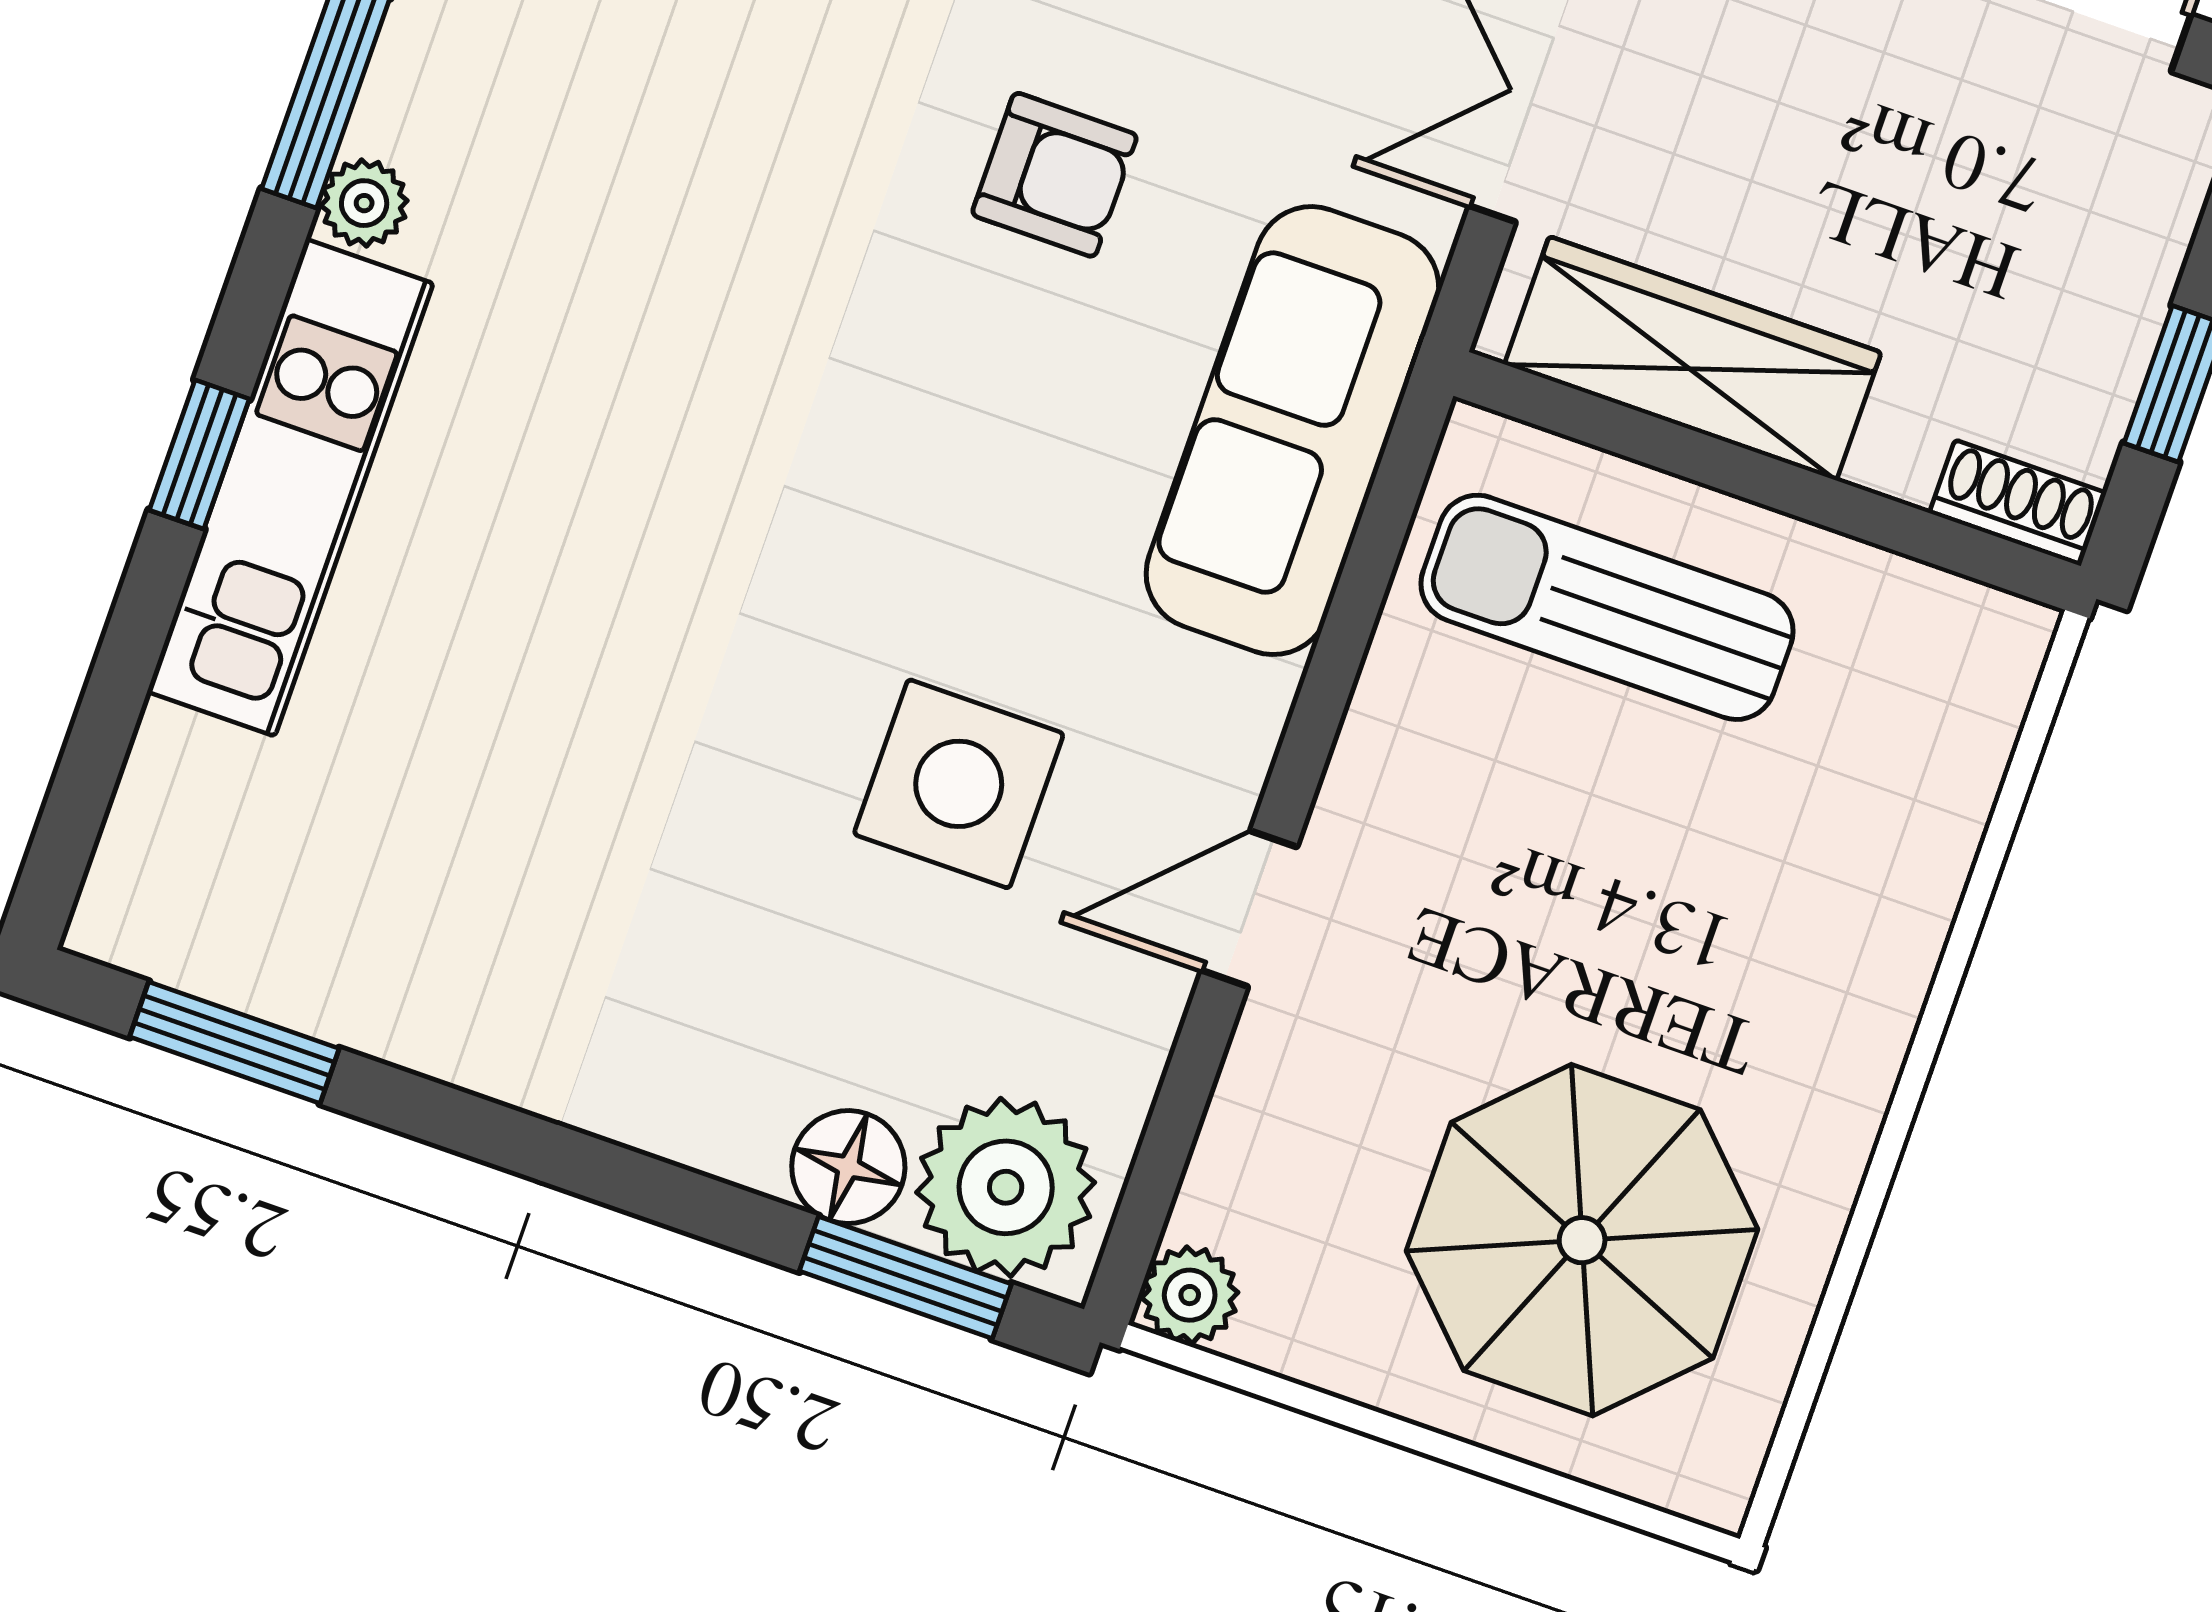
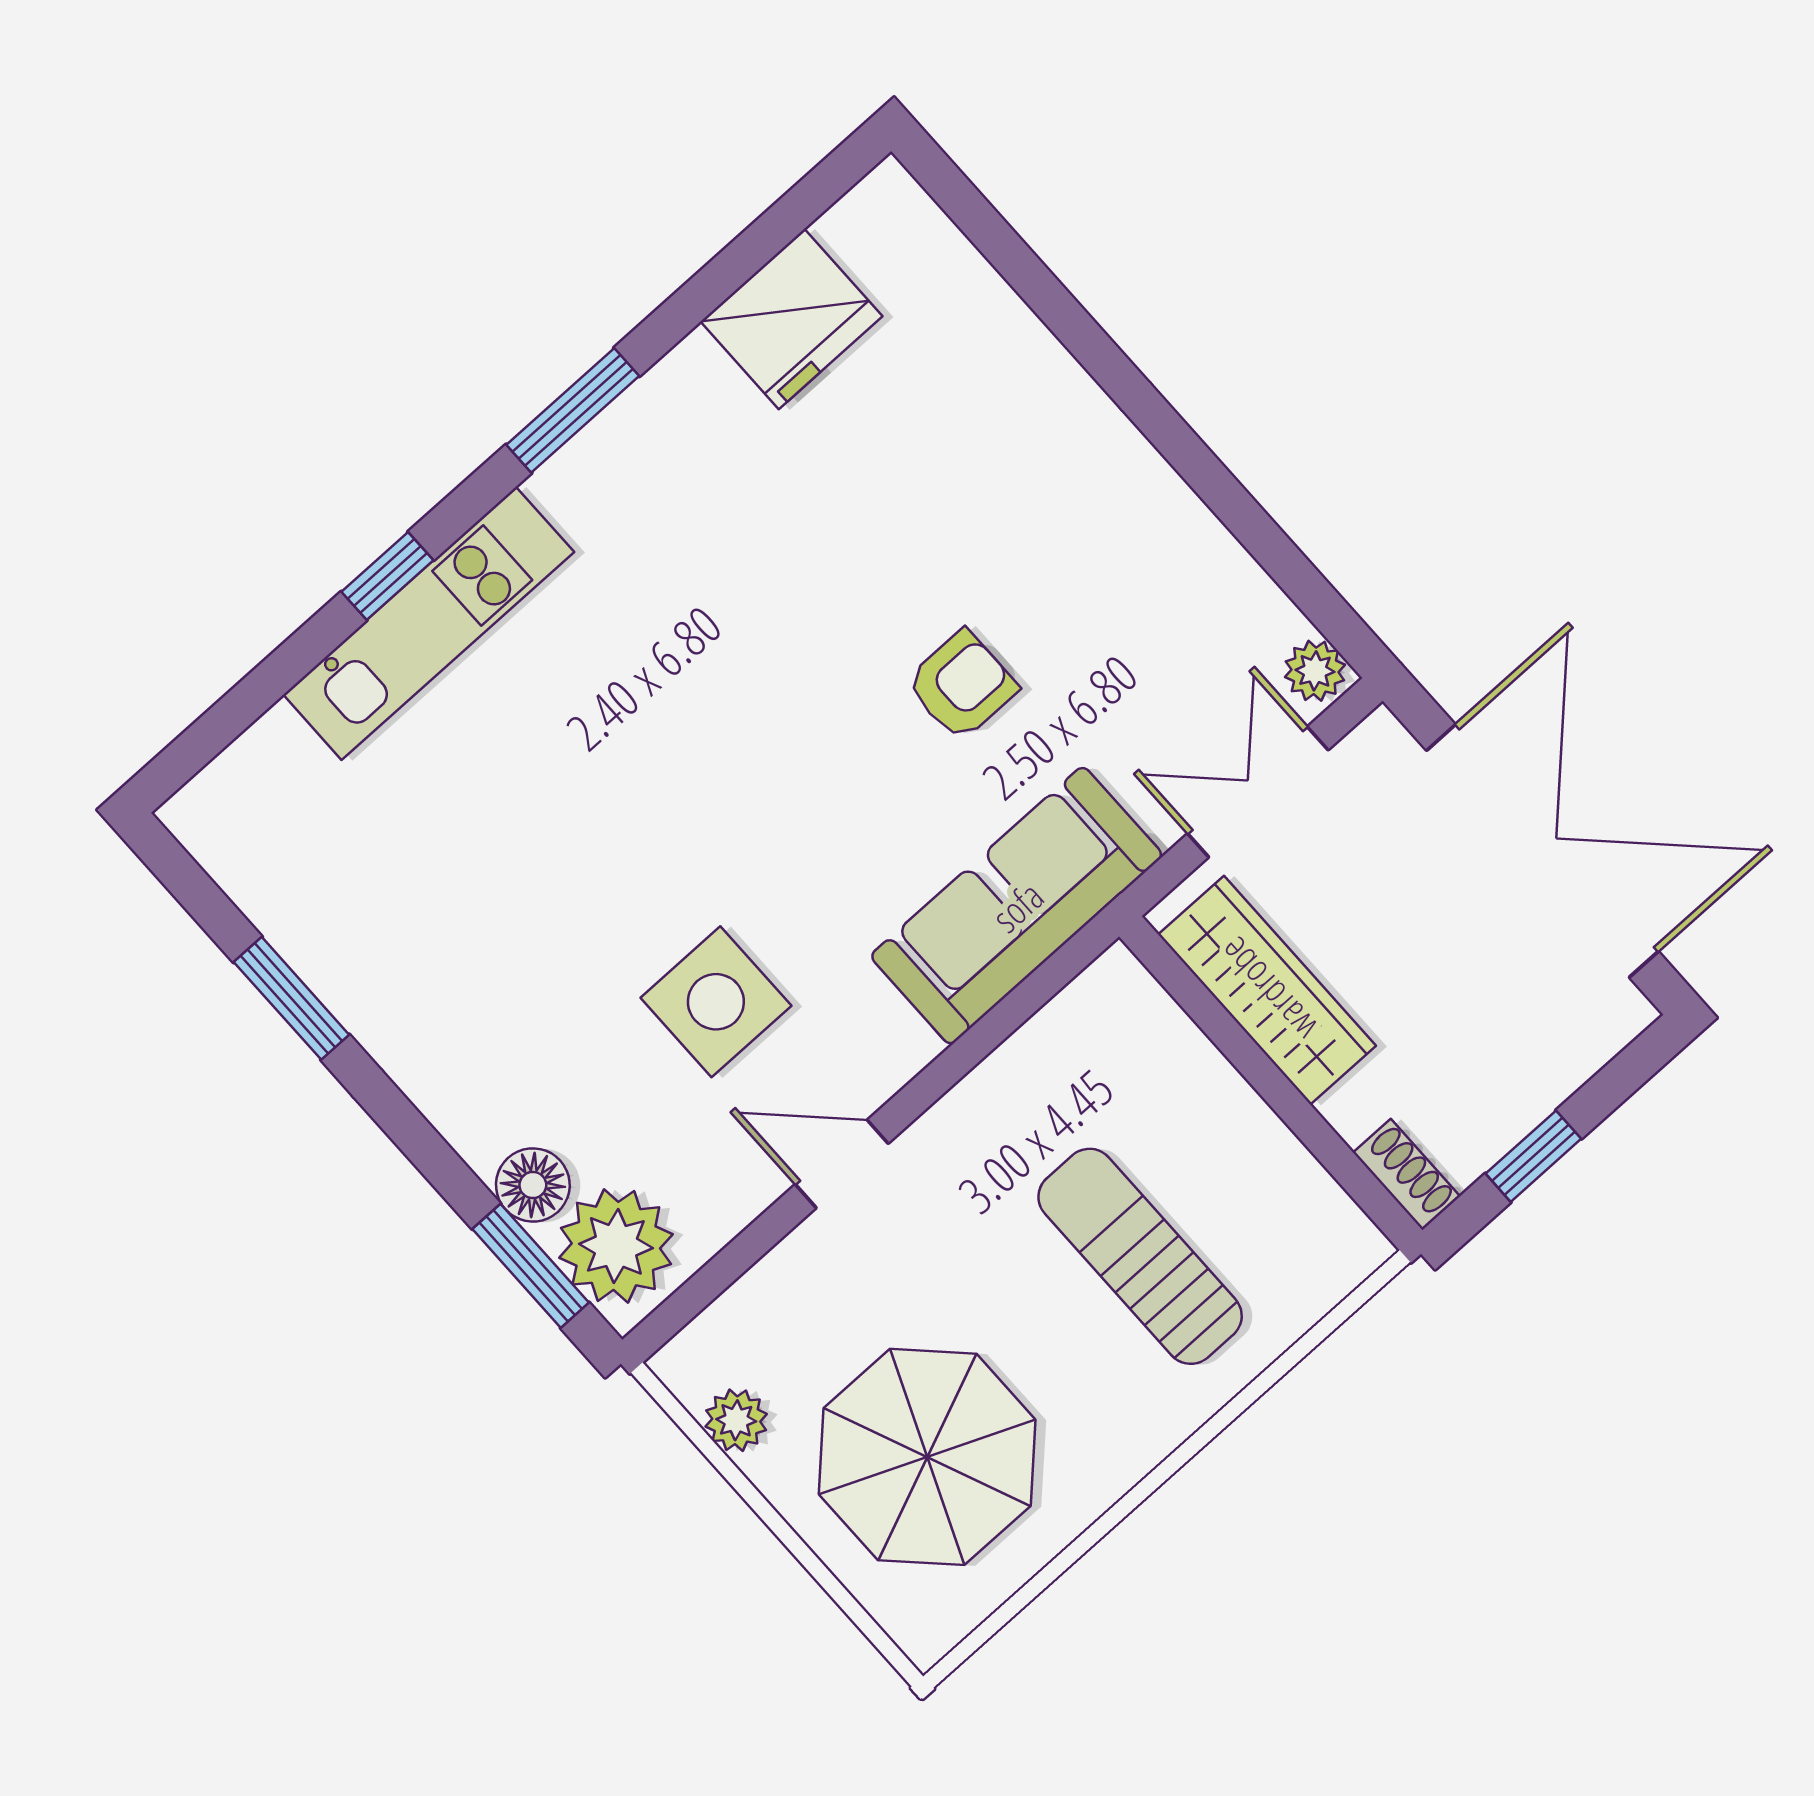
armchair: (1054, 175) -> (962, 685), turned -90
plant: (364, 203) -> (560, 485), removed
sun lounger: (1607, 607) -> (1140, 1256), moved
window: (234, 1043) -> (291, 998), moved
plant: (1190, 1295) -> (736, 1420), moved

